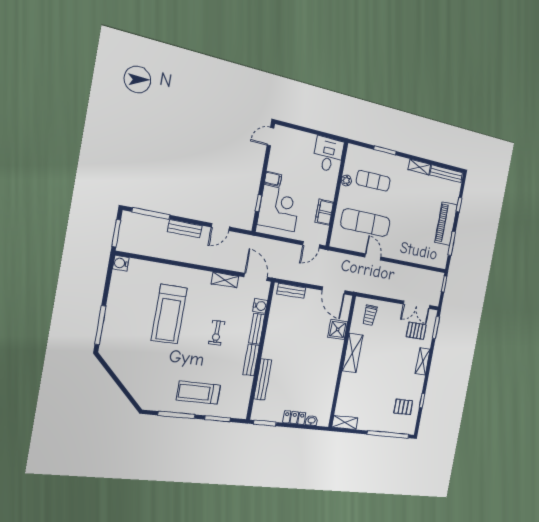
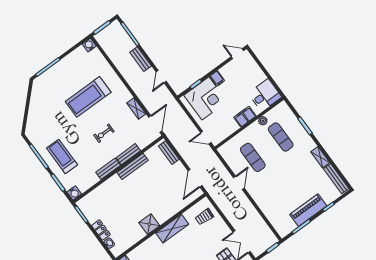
filing cabinet: (324, 212) -> (245, 117), moved
exercise mat: (366, 223) -> (253, 157), width x0.73, depth x0.69
door: (220, 227) -> (161, 77), hinge flipped
water cooler: (260, 306) -> (74, 193), moved
shower: (338, 329) -> (149, 224), moved
bench: (263, 379) -> (133, 166), moved

